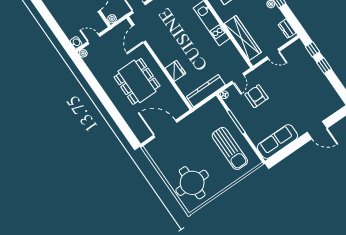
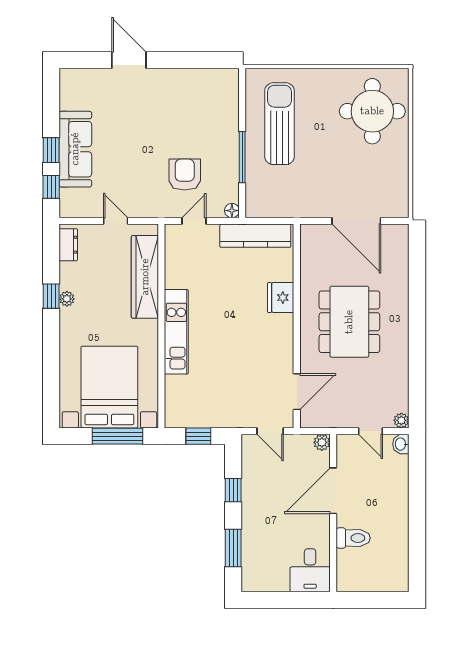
armchair: (257, 96) -> (185, 175), turned 180
sofa: (277, 142) -> (75, 149), moved, turned -90

